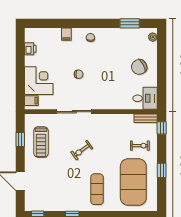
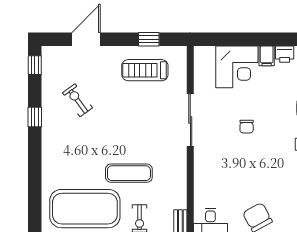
filing cabinet: (31, 101) -> (267, 56), moved
exercise bike: (82, 150) -> (77, 100), moved
exercise mat: (97, 189) -> (129, 173), moved

